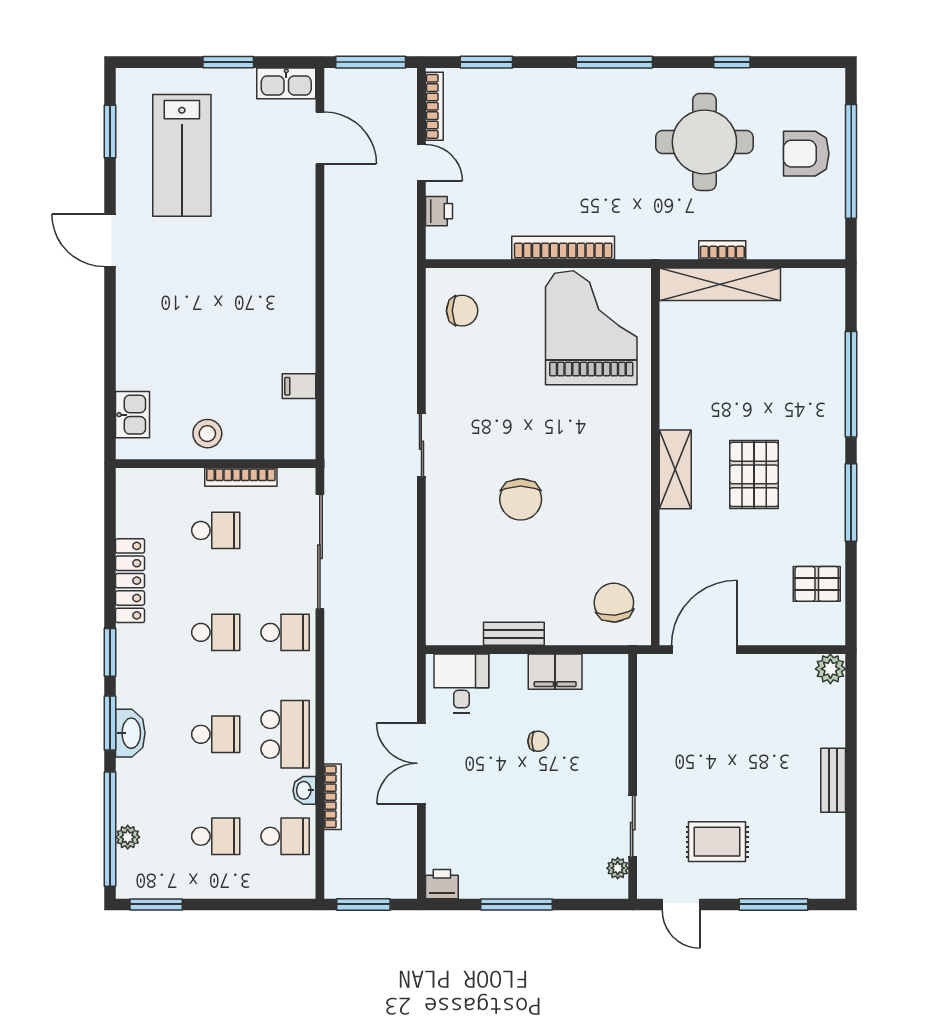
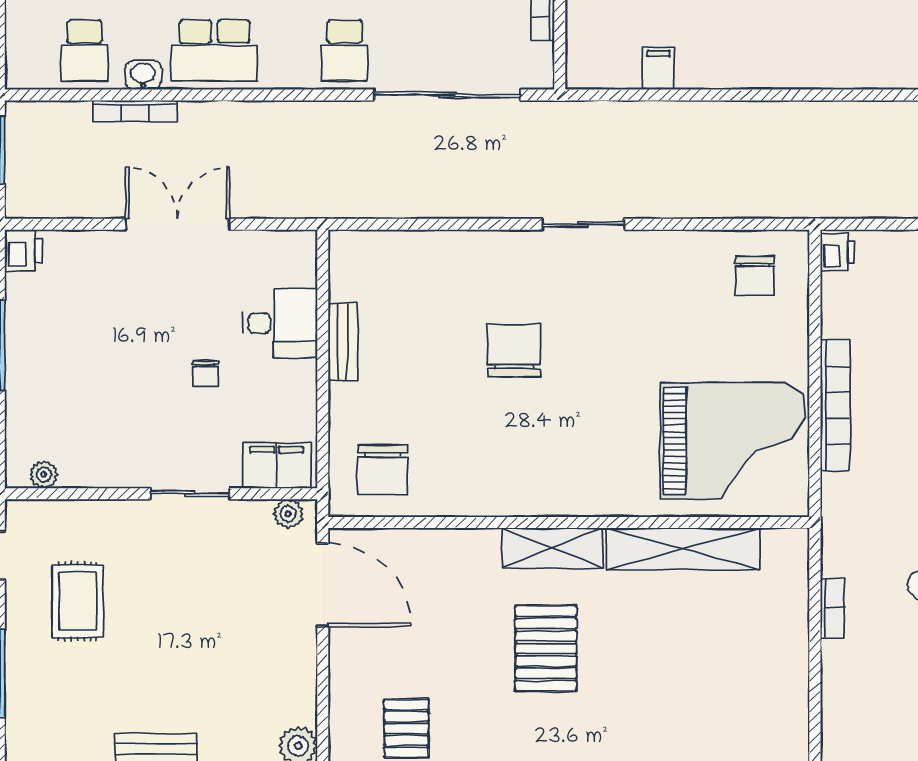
printer: (439, 211) -> (837, 252), moved, turned -90
shelving: (720, 284) -> (683, 549), moved, turned 90
pallet: (754, 474) -> (546, 648), turned 90
chair: (521, 499) -> (514, 351), turned 90
chair: (614, 603) -> (382, 470), turned 95
filing cabinet: (555, 672) -> (277, 466), moved, turned 90
plant: (648, 677) -> (288, 514), added
desk: (461, 683) -> (280, 323), moved
sliding door: (633, 826) -> (190, 494), moved

